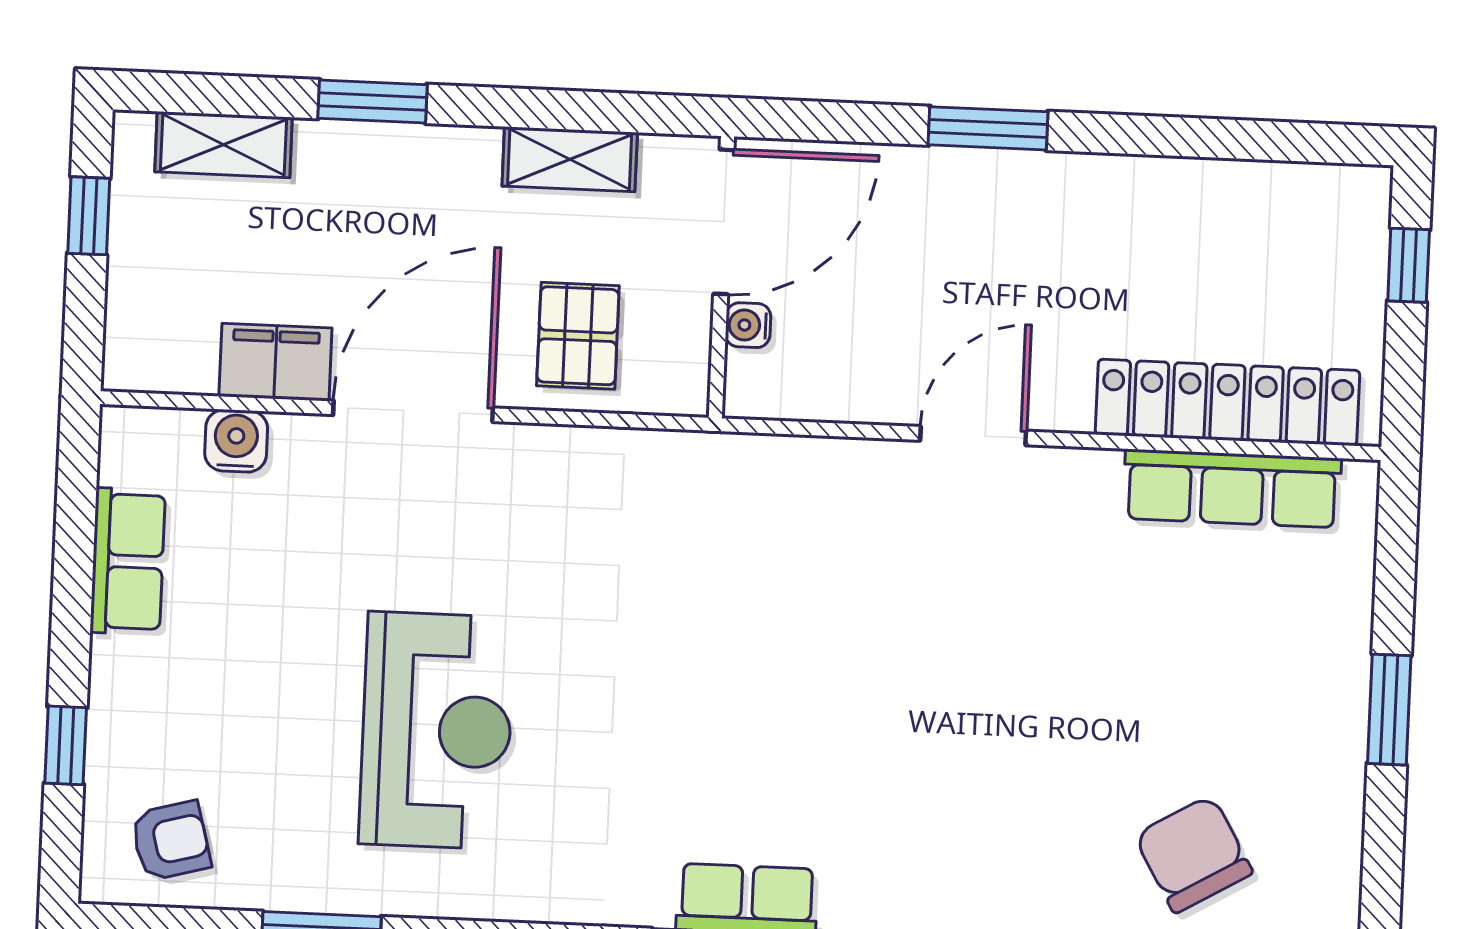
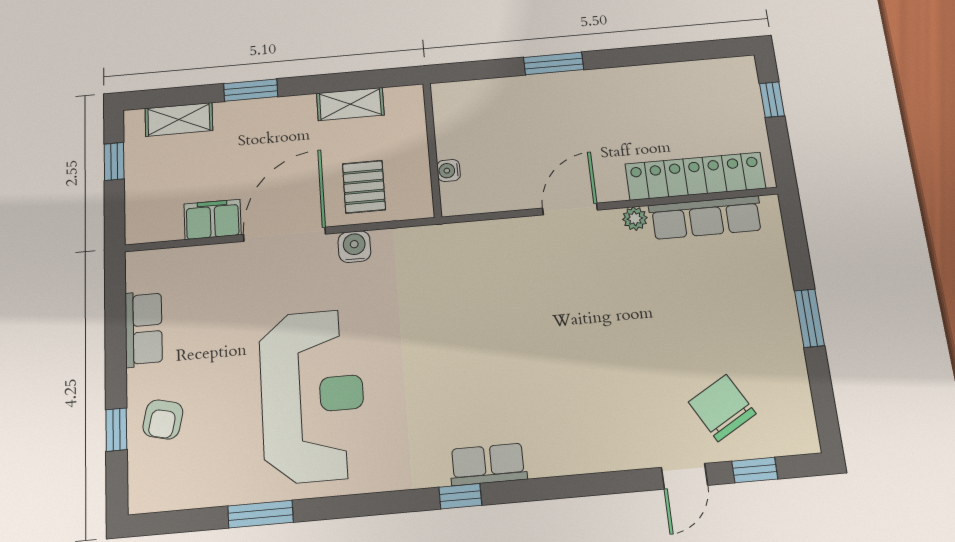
door: (724, 222) -> (430, 123), removed
water cooler: (236, 441) -> (354, 247), moved
plant: (1095, 472) -> (635, 219), added
reception desk: (437, 730) -> (312, 395), width x1.36, depth x1.30
armchair: (171, 841) -> (163, 419), moved, turned 118

